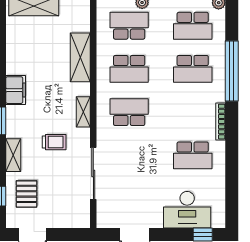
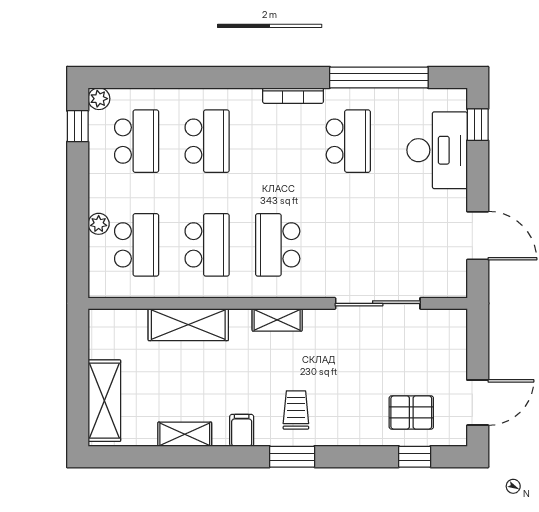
school desk: (129, 26) -> (137, 245), turned 180
window: (232, 71) -> (379, 77), moved
filing cabinet: (16, 90) -> (242, 430), width x0.50
trolley: (54, 142) -> (296, 410), moved
shelving: (13, 155) -> (185, 434), moved

